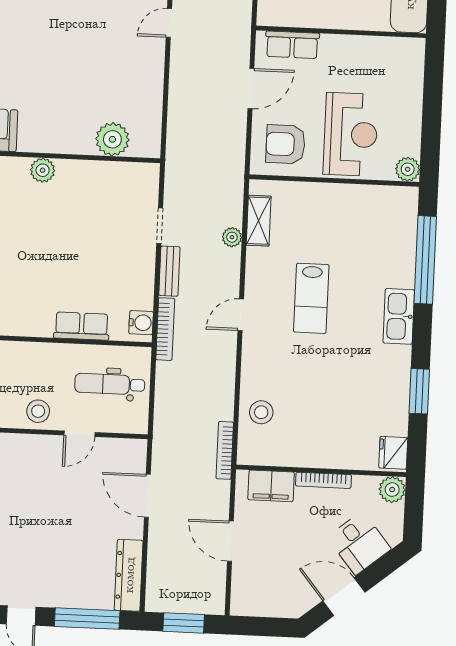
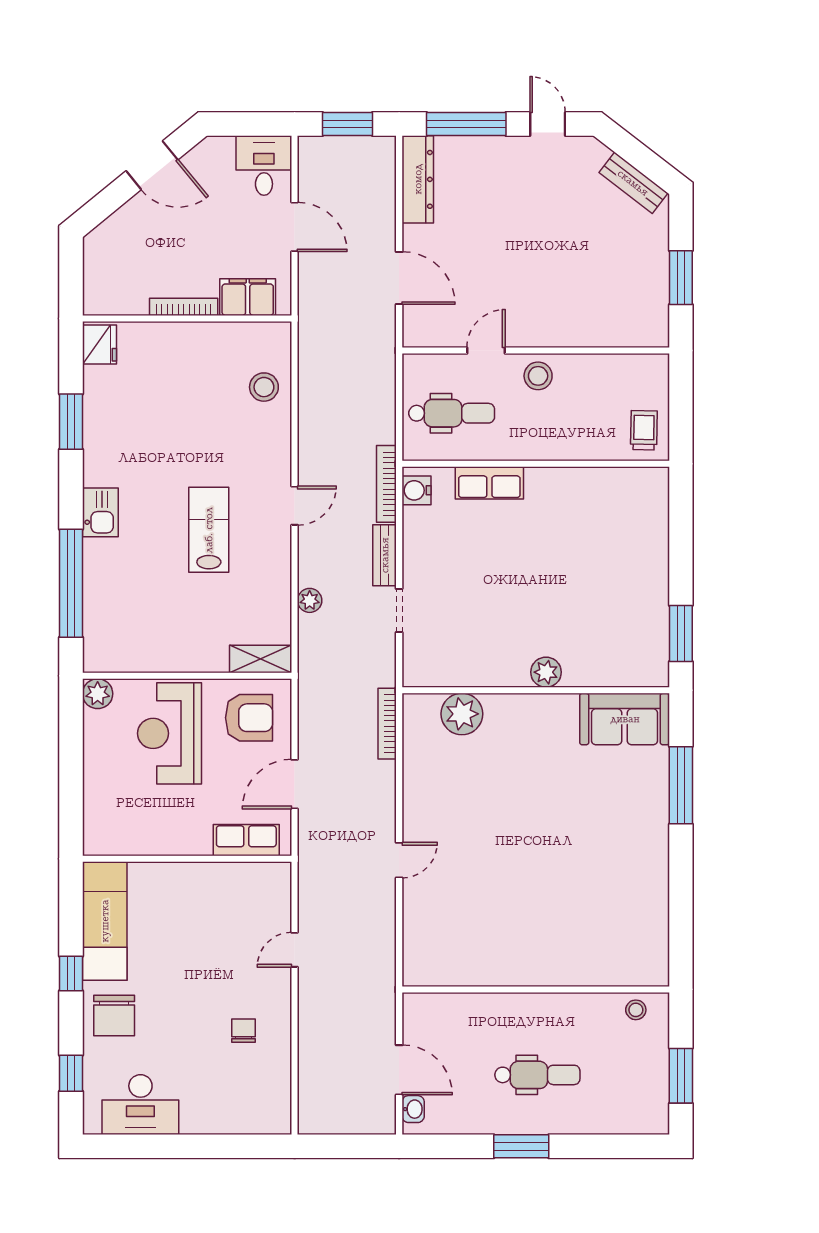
shelving: (259, 221) -> (260, 659), moved, turned 90
kitchen sink: (399, 316) -> (100, 512), width x0.73
bookcase: (225, 450) -> (387, 724), moved, turned 180
plant: (392, 490) -> (99, 299), removed
desk: (359, 543) -> (264, 165), moved, turned 39

